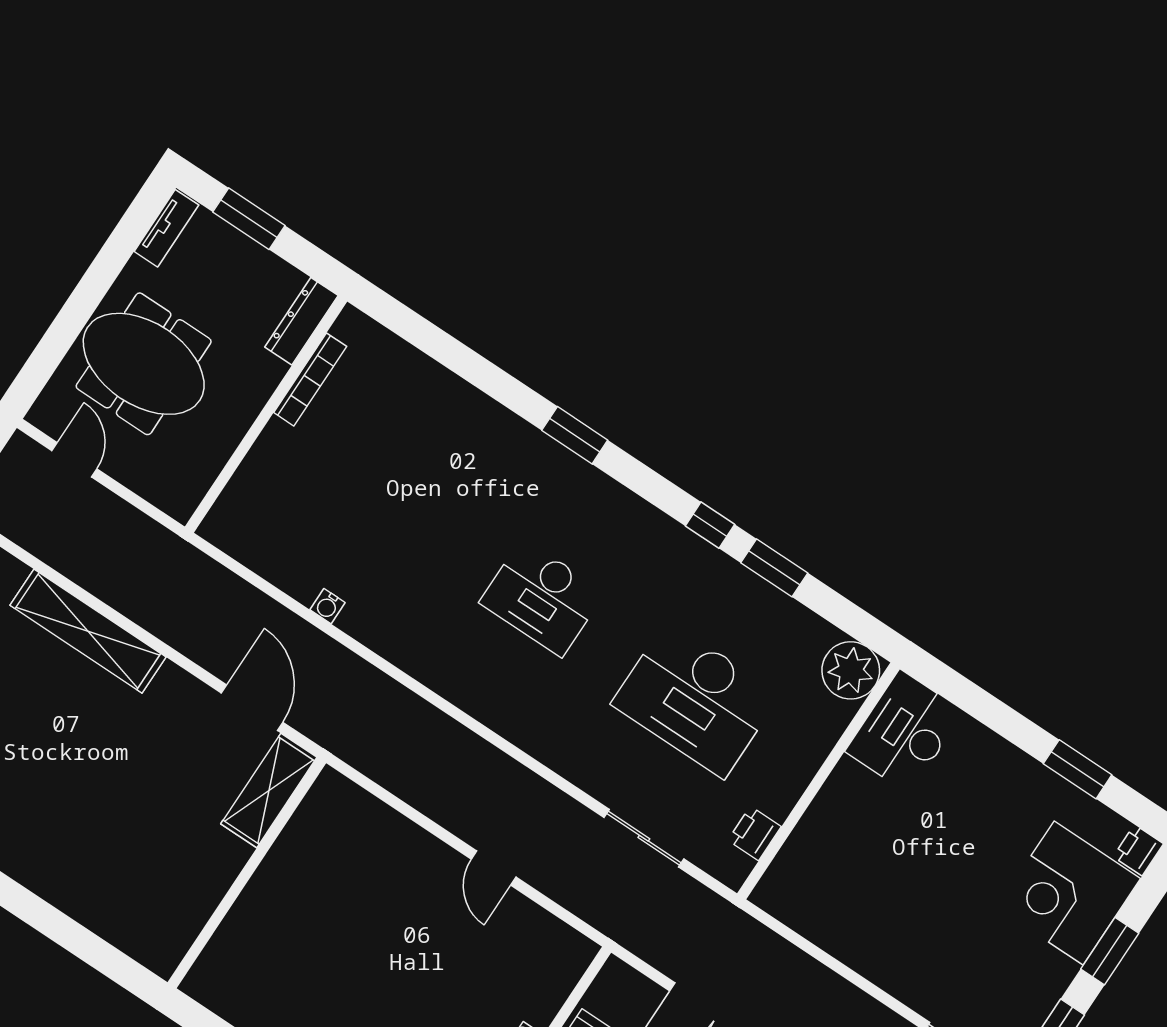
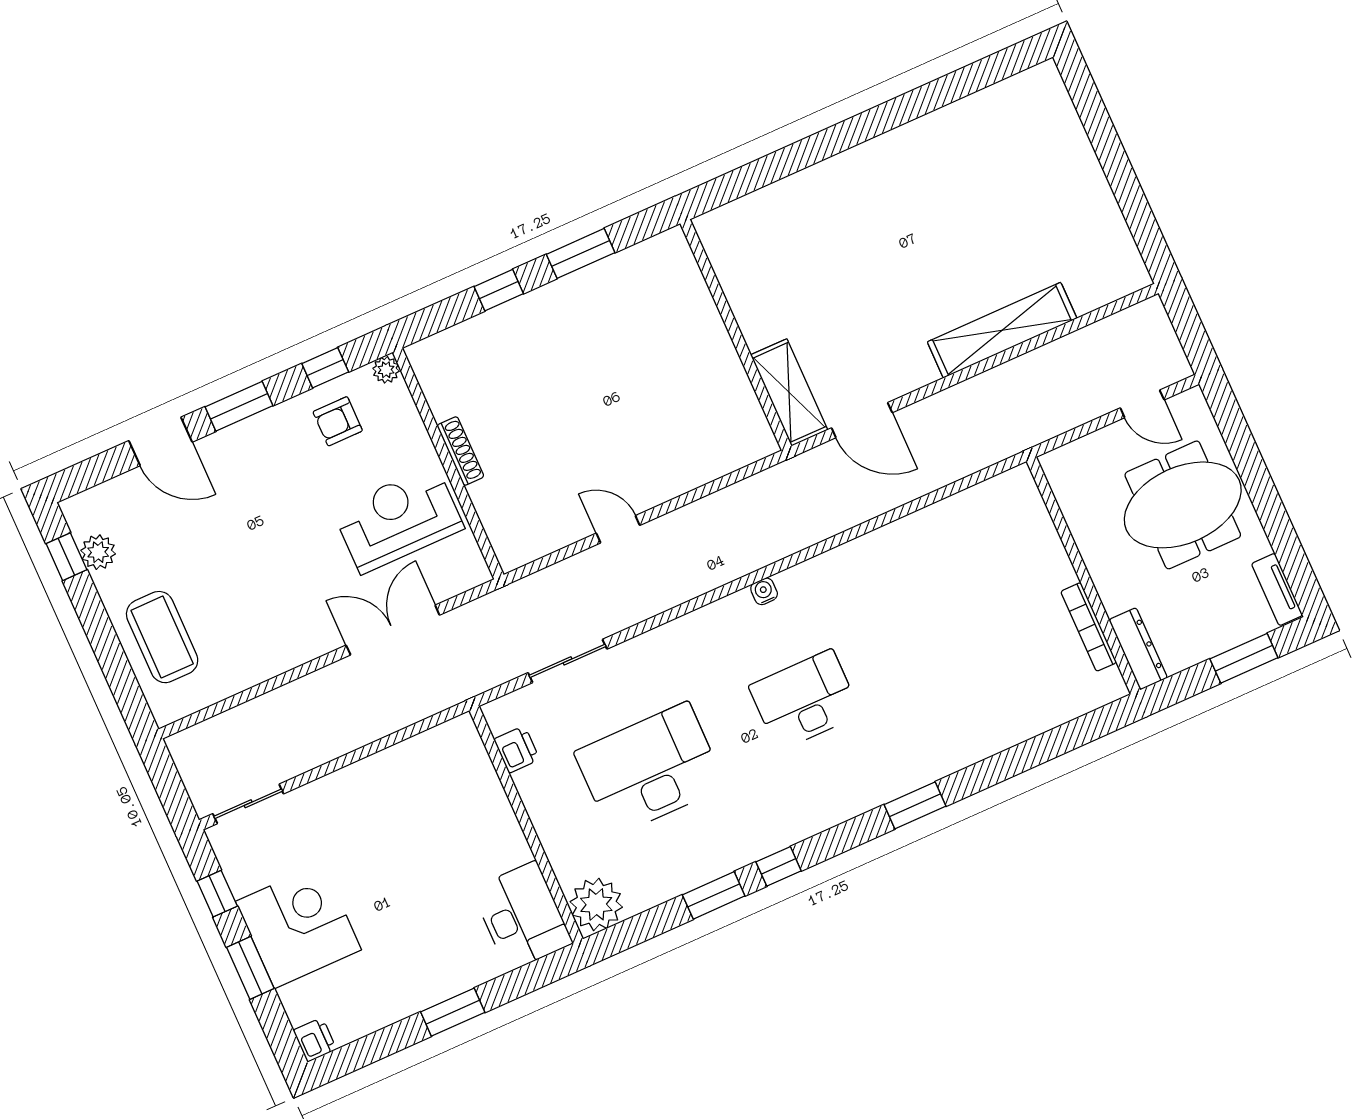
water cooler: (328, 606) -> (764, 591), moved
window: (1078, 769) -> (453, 1012), moved
corner desk: (1069, 893) -> (298, 926), moved

